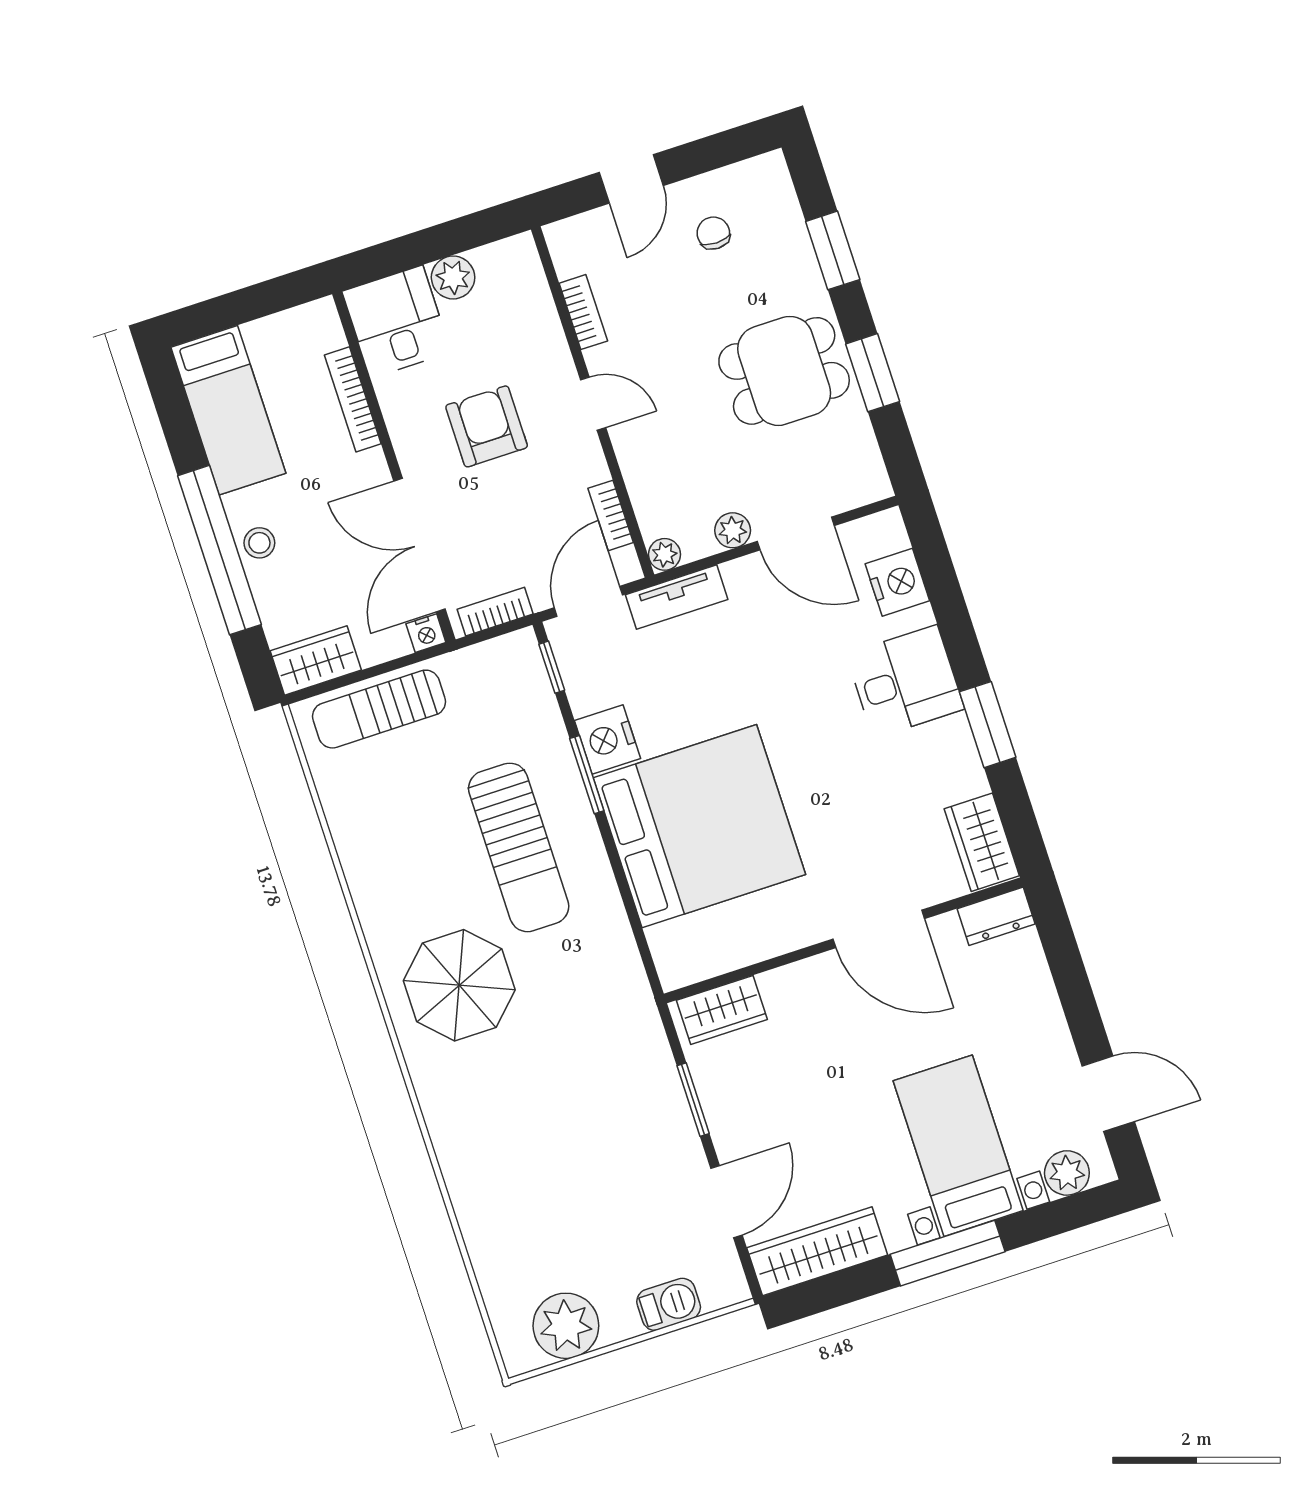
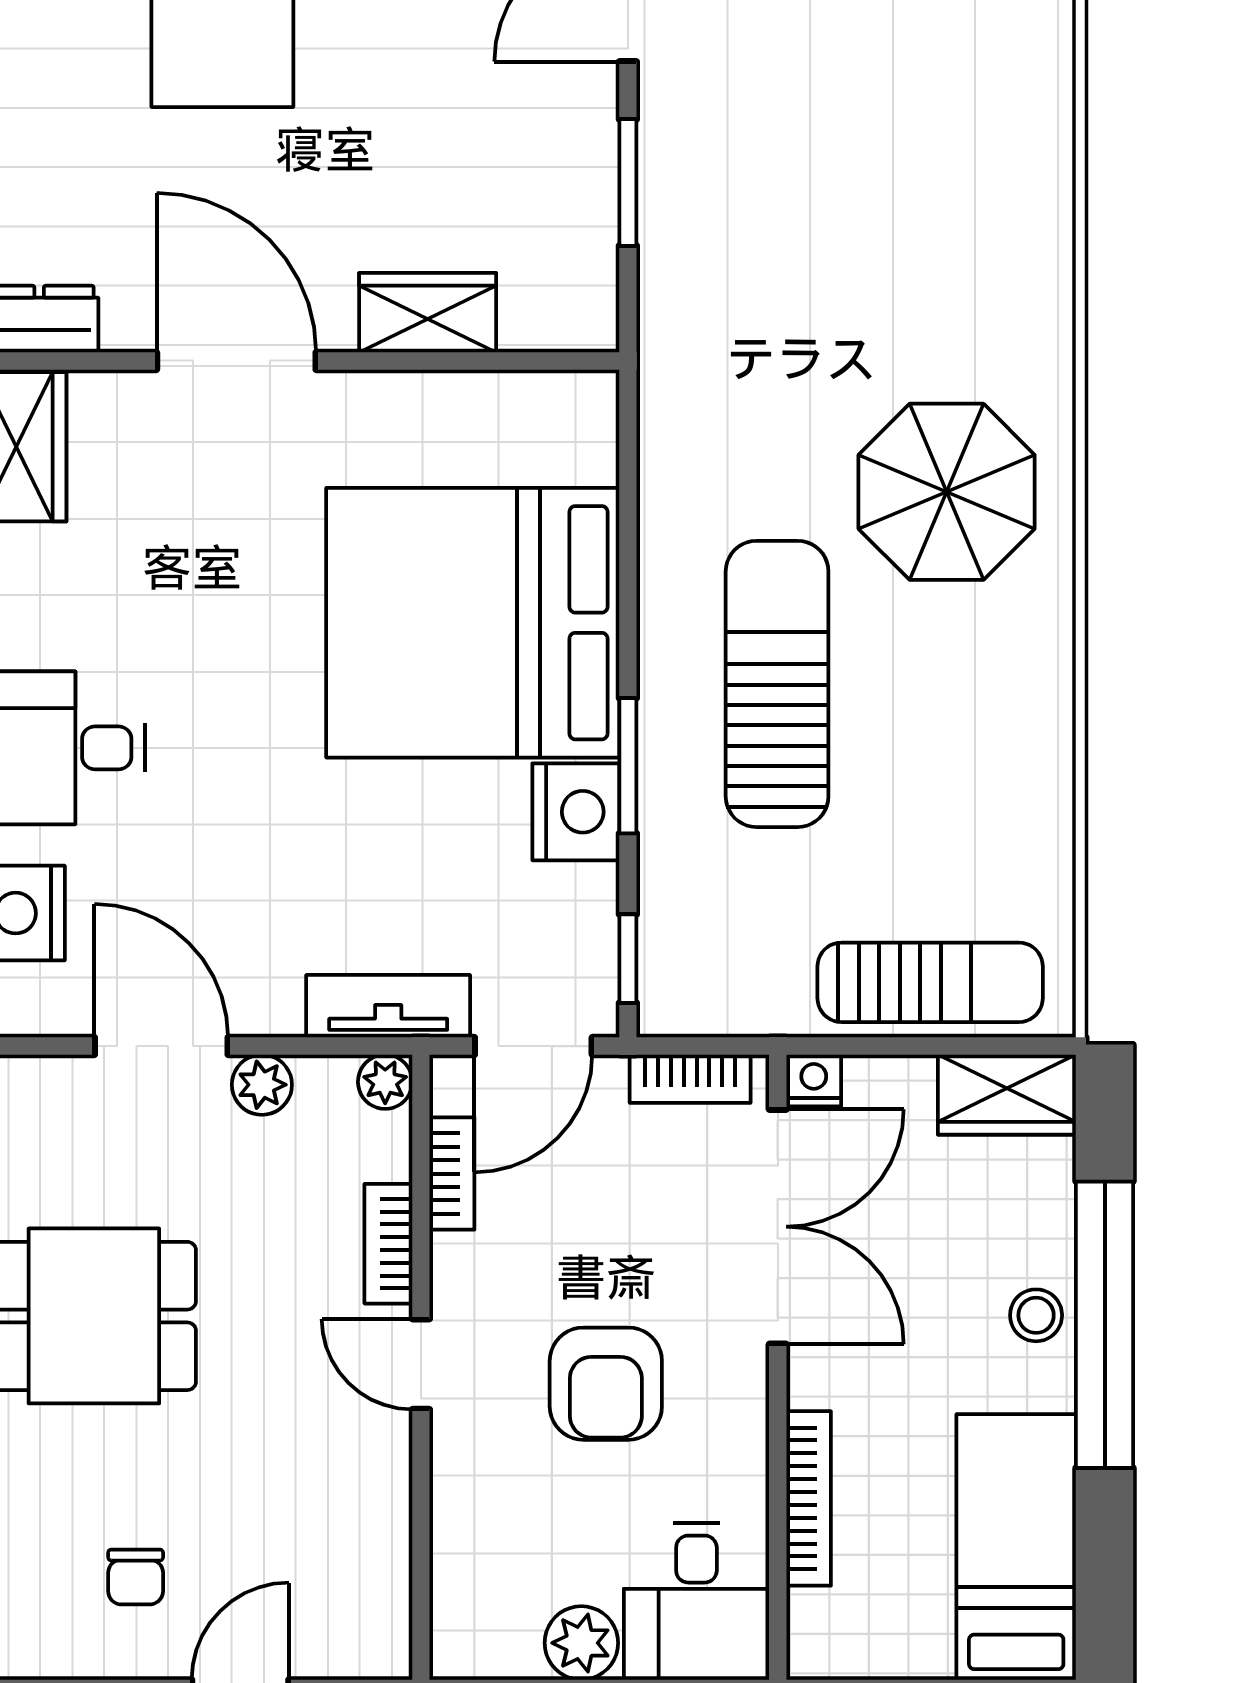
bookcase: (583, 312) -> (388, 1244), moved
wardrobe: (722, 1010) -> (428, 313), moved

